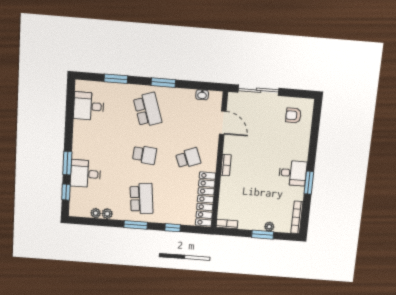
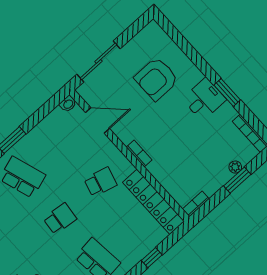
washbasin: (202, 95) -> (68, 104), moved
armchair: (293, 115) -> (156, 79), moved, width x1.88, depth x1.88
school desk: (188, 158) -> (100, 182), turned 36

